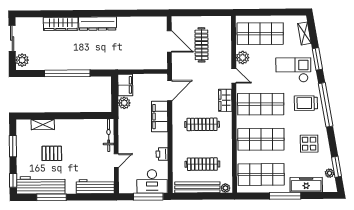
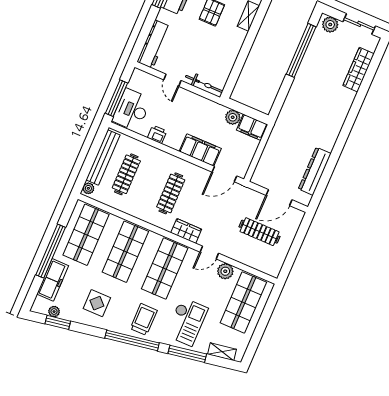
wardrobe: (61, 24) -> (359, 70), moved
dresser: (98, 24) -> (315, 171), moved
window: (317, 59) -> (187, 354), width x1.44
window: (67, 73) -> (301, 50), moved
door: (170, 90) -> (224, 174), hinge flipped
window: (285, 196) -> (51, 251), width x1.46

